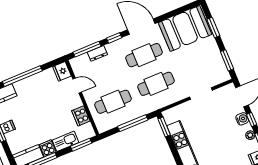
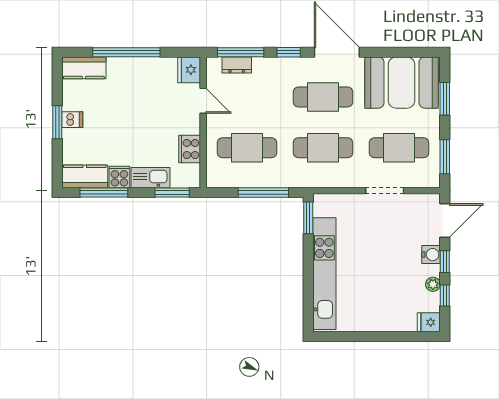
dresser: (97, 53) -> (237, 65), moved
cafe table: (199, 66) -> (399, 148), added

